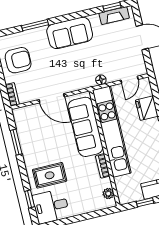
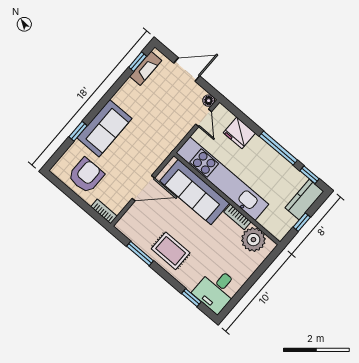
window: (35, 25) -> (78, 131), width x0.67
sofa: (70, 33) -> (104, 128), moved
floor lamp: (101, 80) -> (209, 101), moved
rug: (50, 175) -> (171, 251), moved, turned 90
plant: (108, 194) -> (253, 240), width x1.88, depth x1.88

